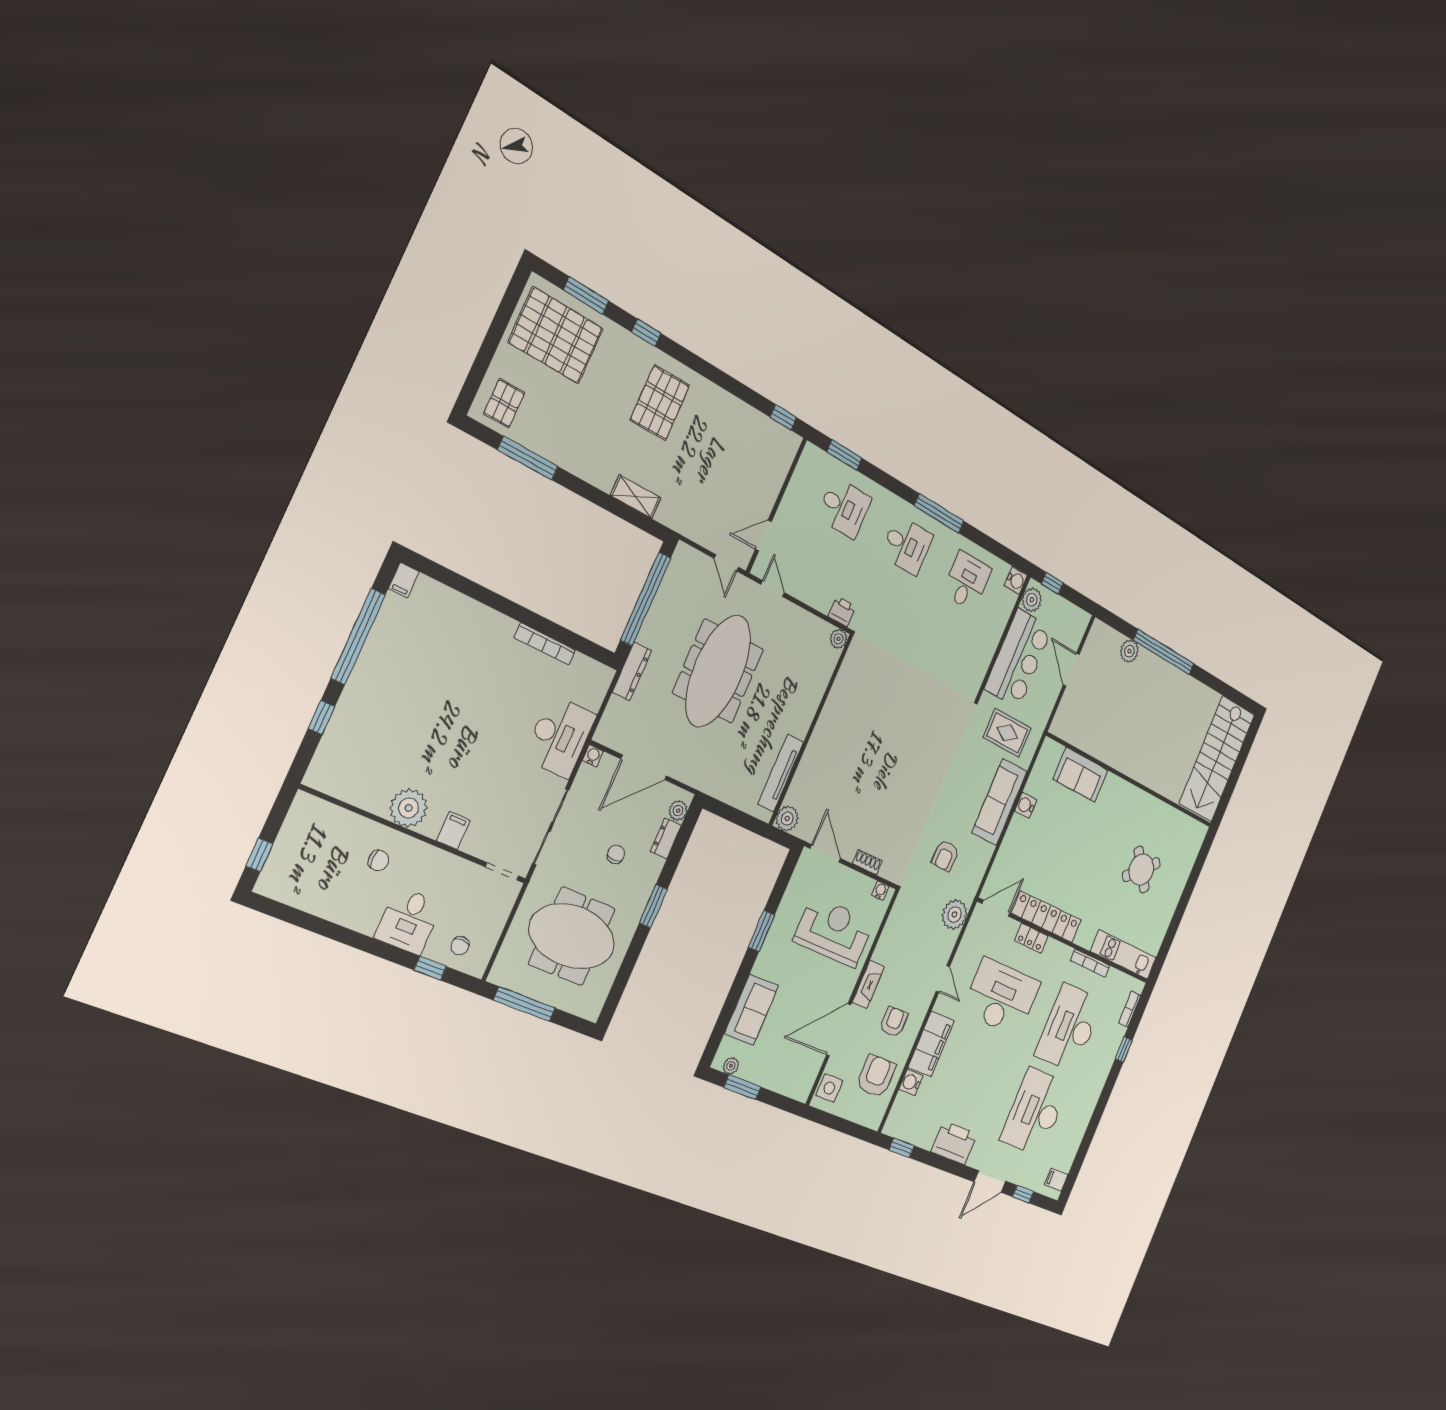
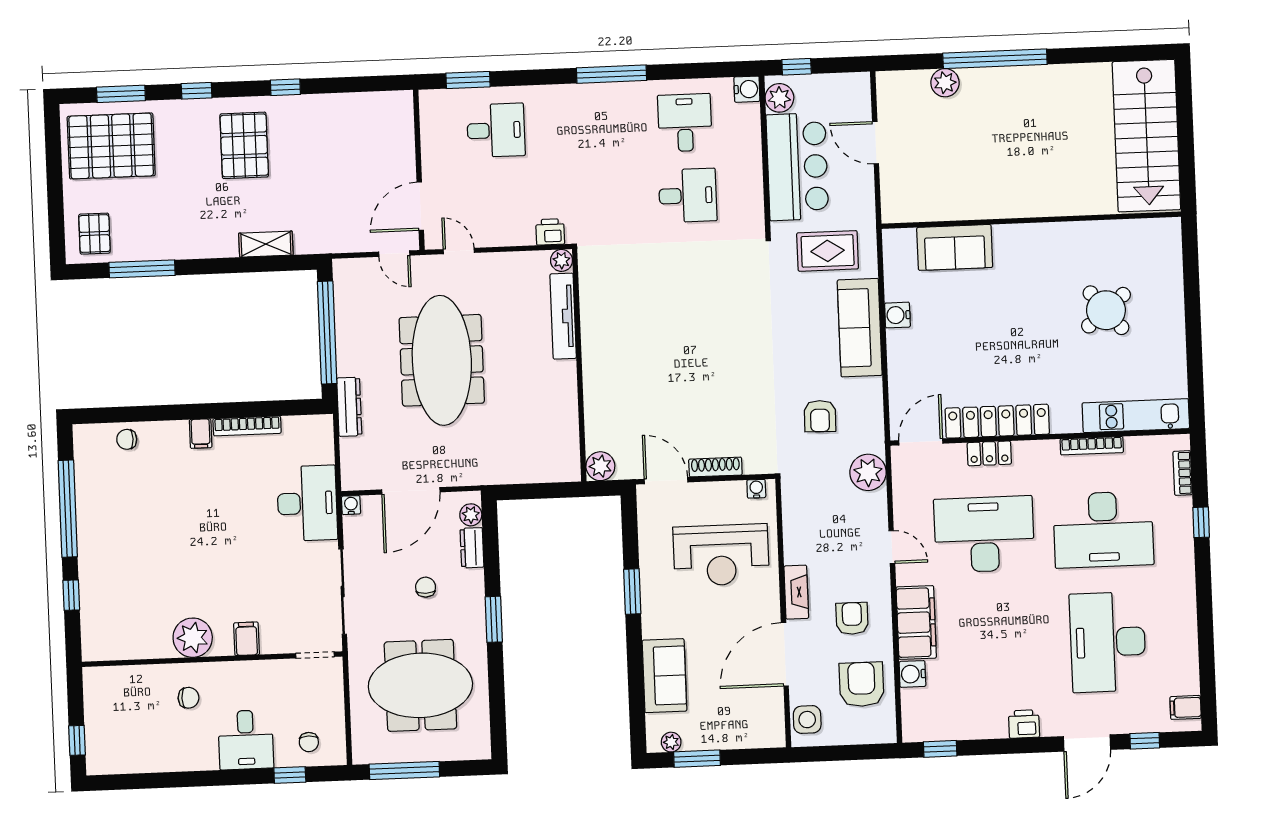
window: (783, 417) -> (285, 87), moved
door: (763, 535) -> (420, 206), width x1.38
desk: (907, 545) -> (688, 195), moved
filing cabinet: (404, 580) -> (201, 434), moved
chair: (440, 601) -> (127, 439), added
tv unit: (781, 773) -> (563, 316), moved
shoe rack: (867, 862) -> (715, 467), width x1.43
reception desk: (834, 931) -> (721, 555), turned 180
desk: (1069, 1028) -> (1103, 530), turned -90
printer: (954, 1143) -> (1024, 724), width x0.53, depth x0.68

